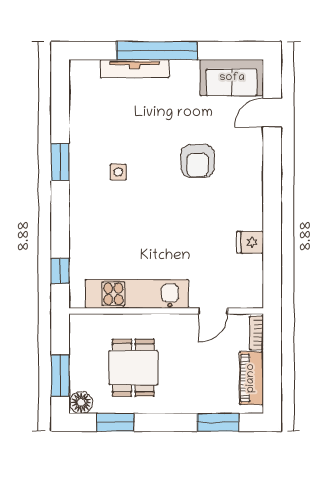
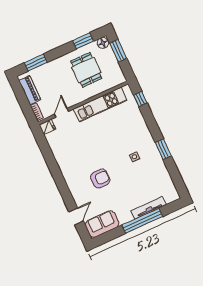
armchair: (198, 161) -> (100, 179), turned 90
fridge: (250, 242) -> (47, 127), moved

